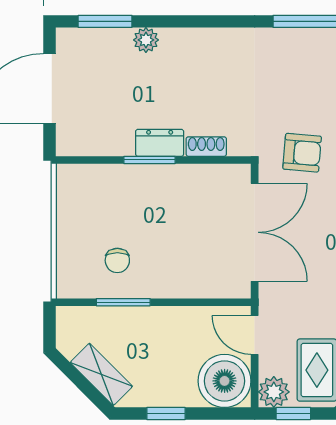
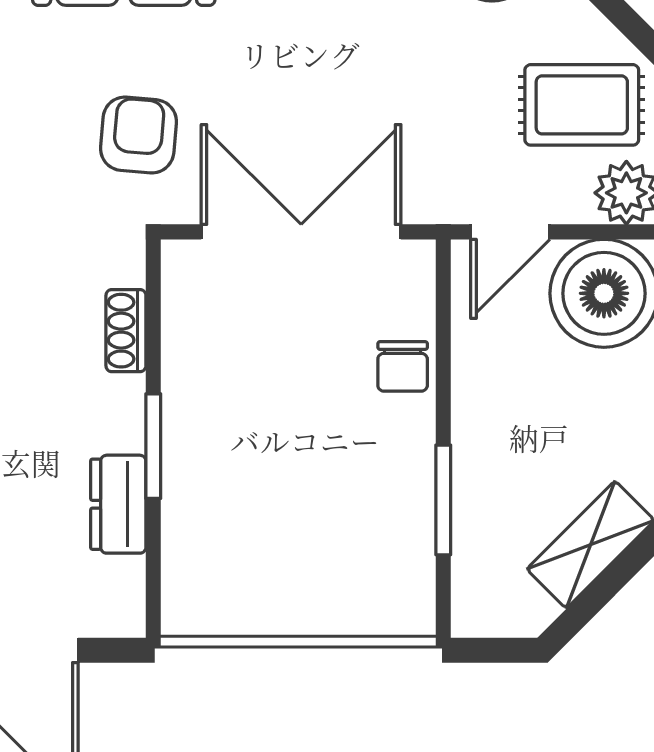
dresser: (160, 143) -> (118, 504), moved
chair: (117, 260) -> (403, 366), moved, turned 90

